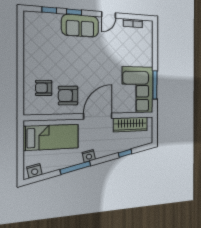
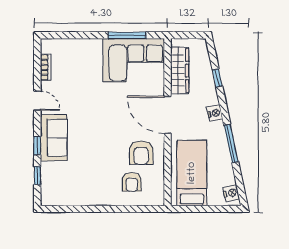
nightstand: (89, 156) -> (215, 113), moved

